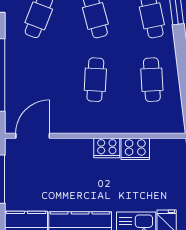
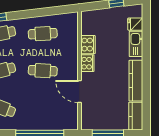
door: (33, 136) -> (79, 92), moved

